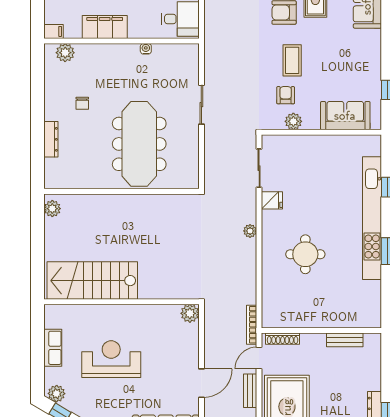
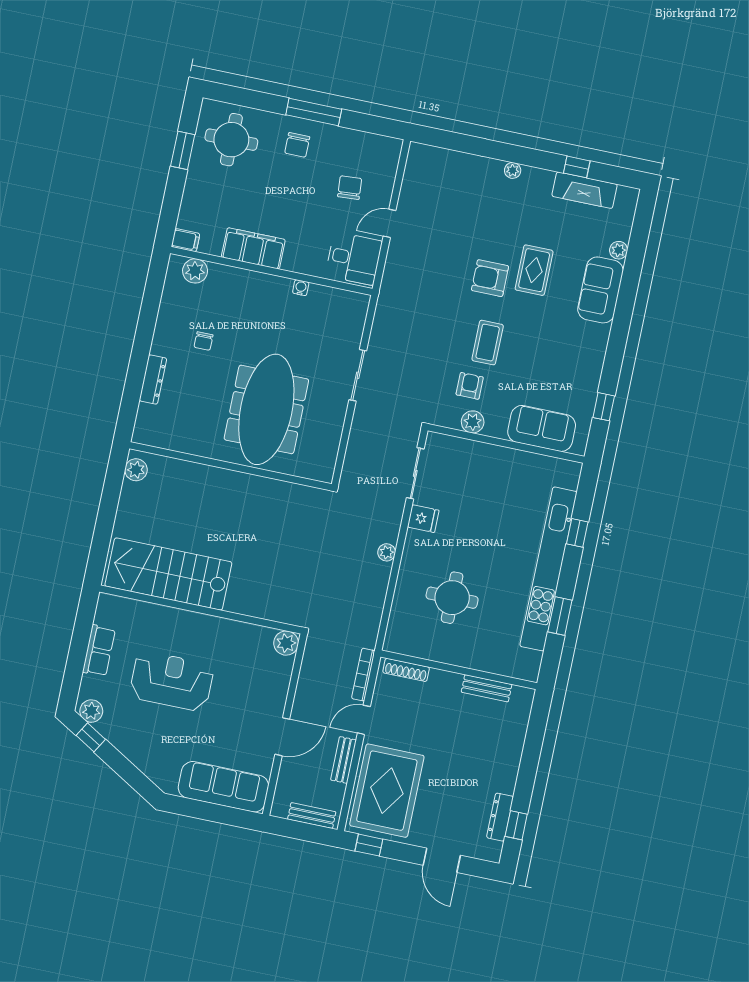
wall: (321, 331) -> (459, 670), moved
shoe rack: (283, 339) -> (406, 670), moved
bench: (345, 340) -> (487, 688), moved

